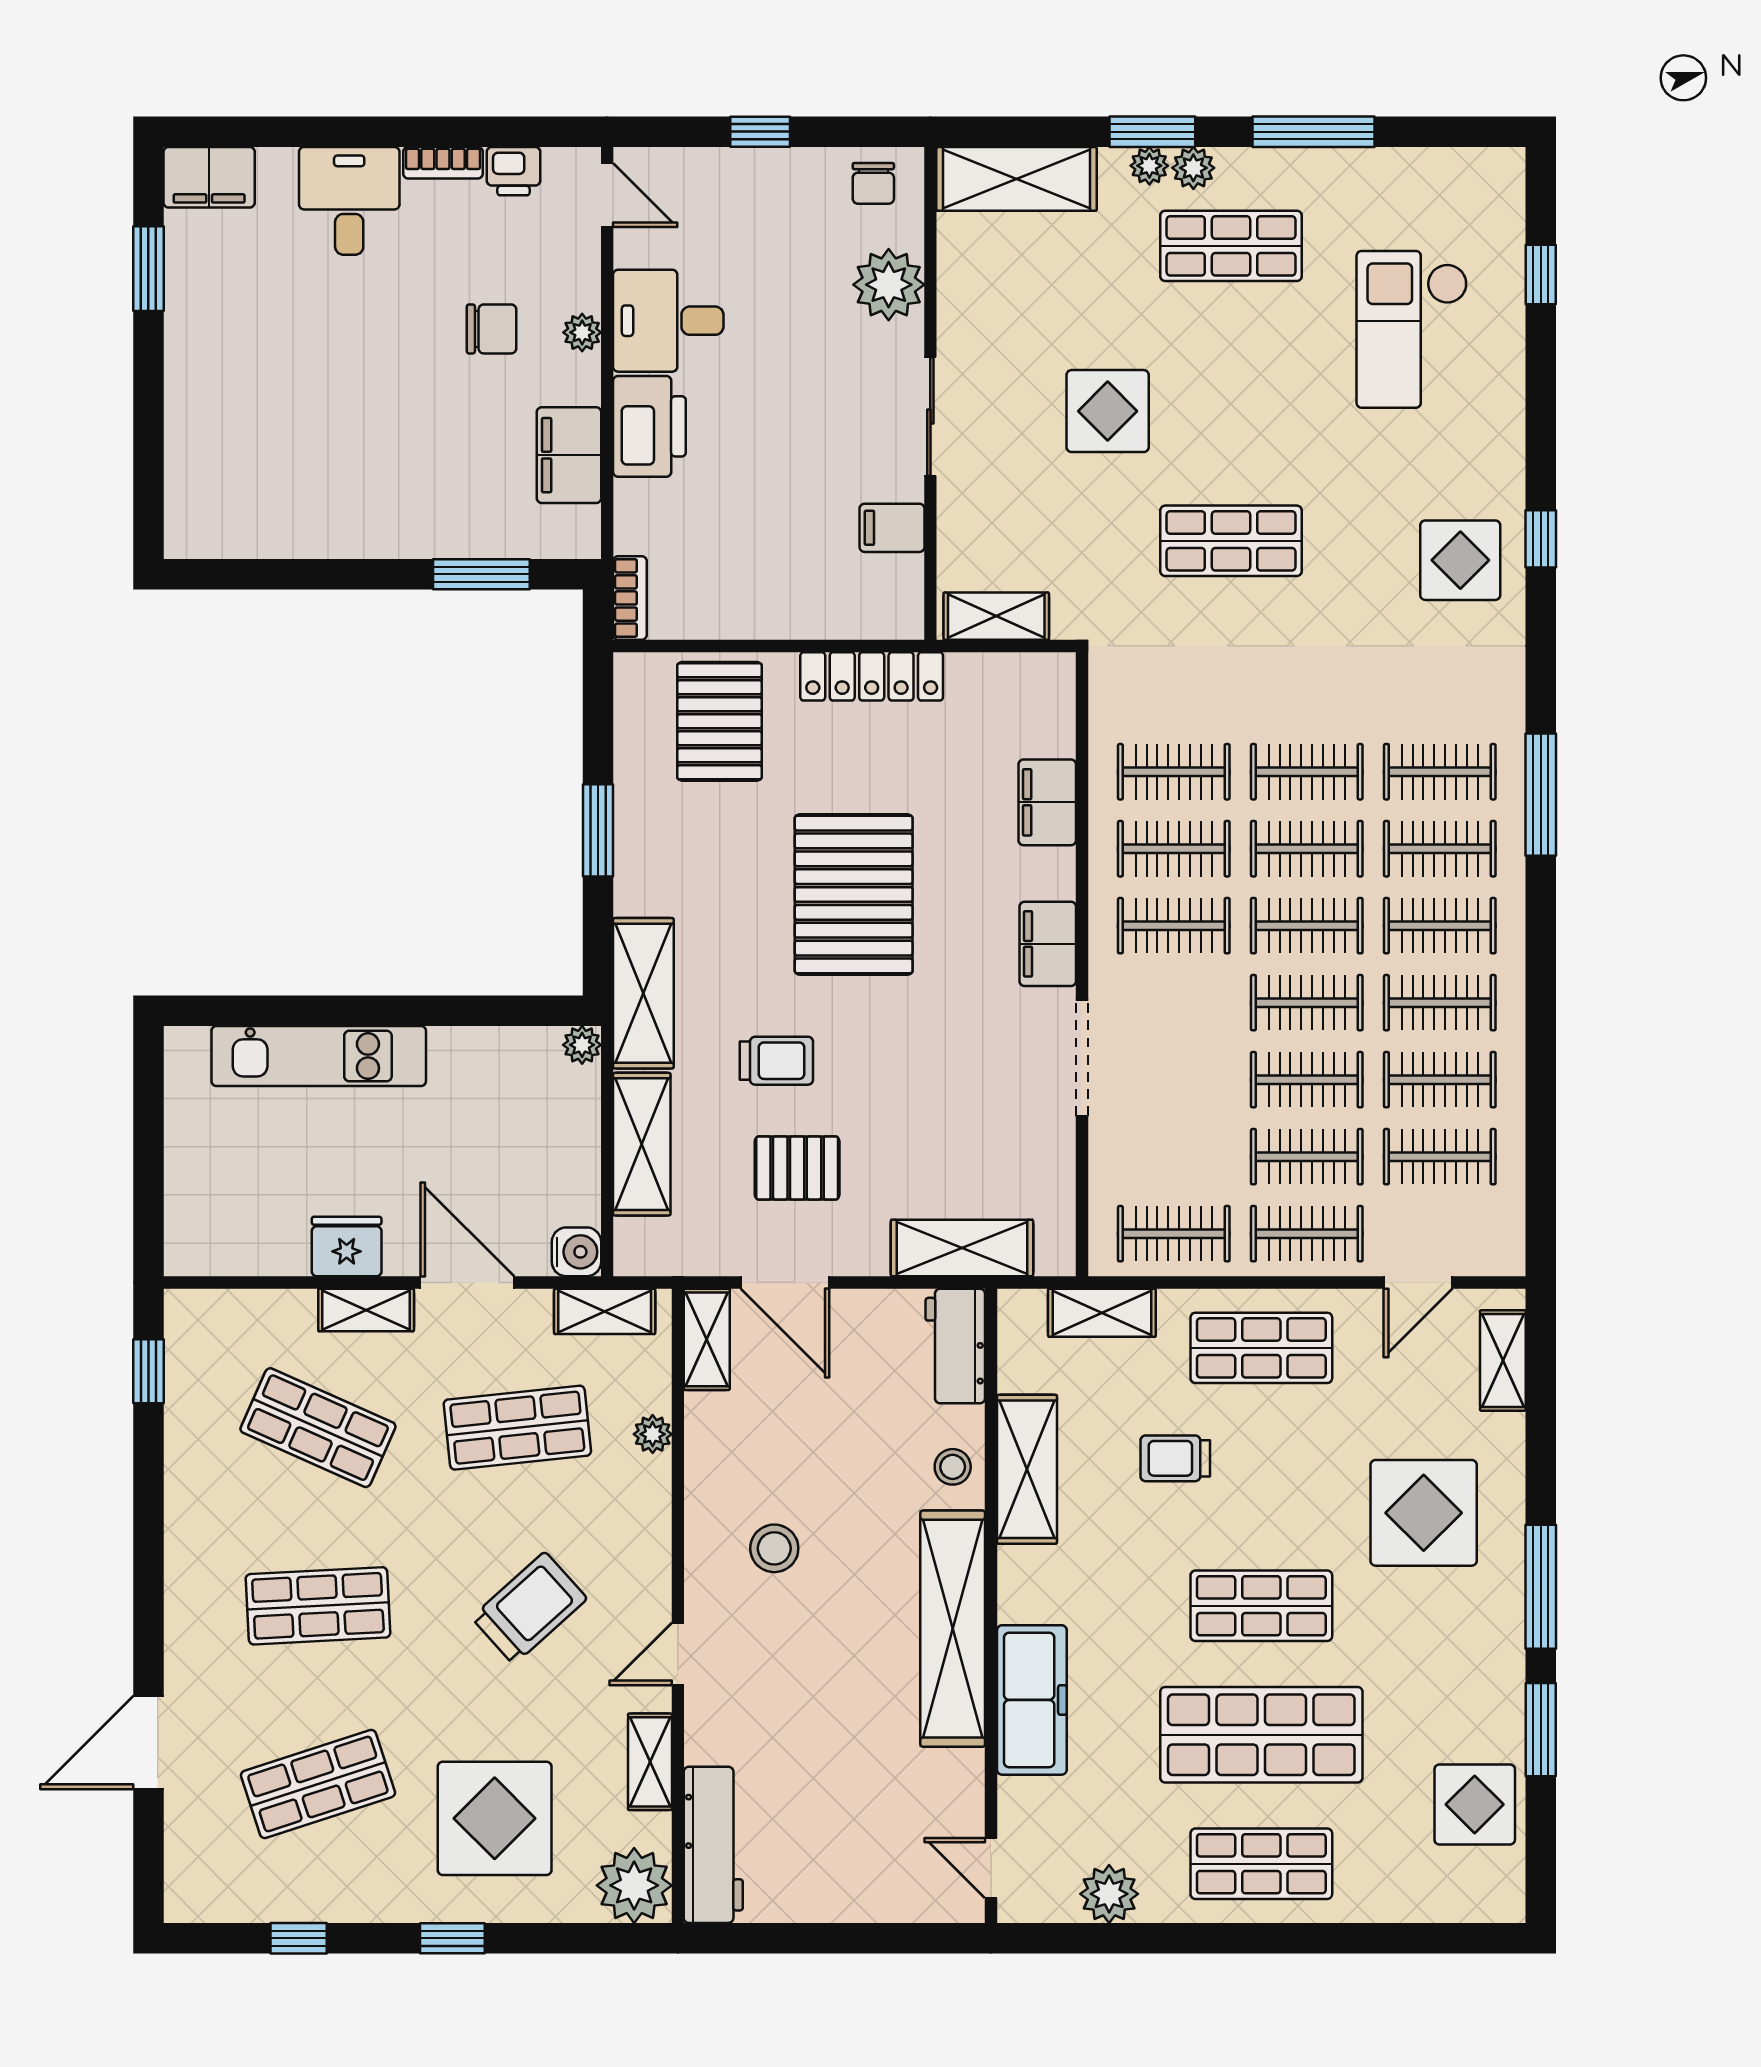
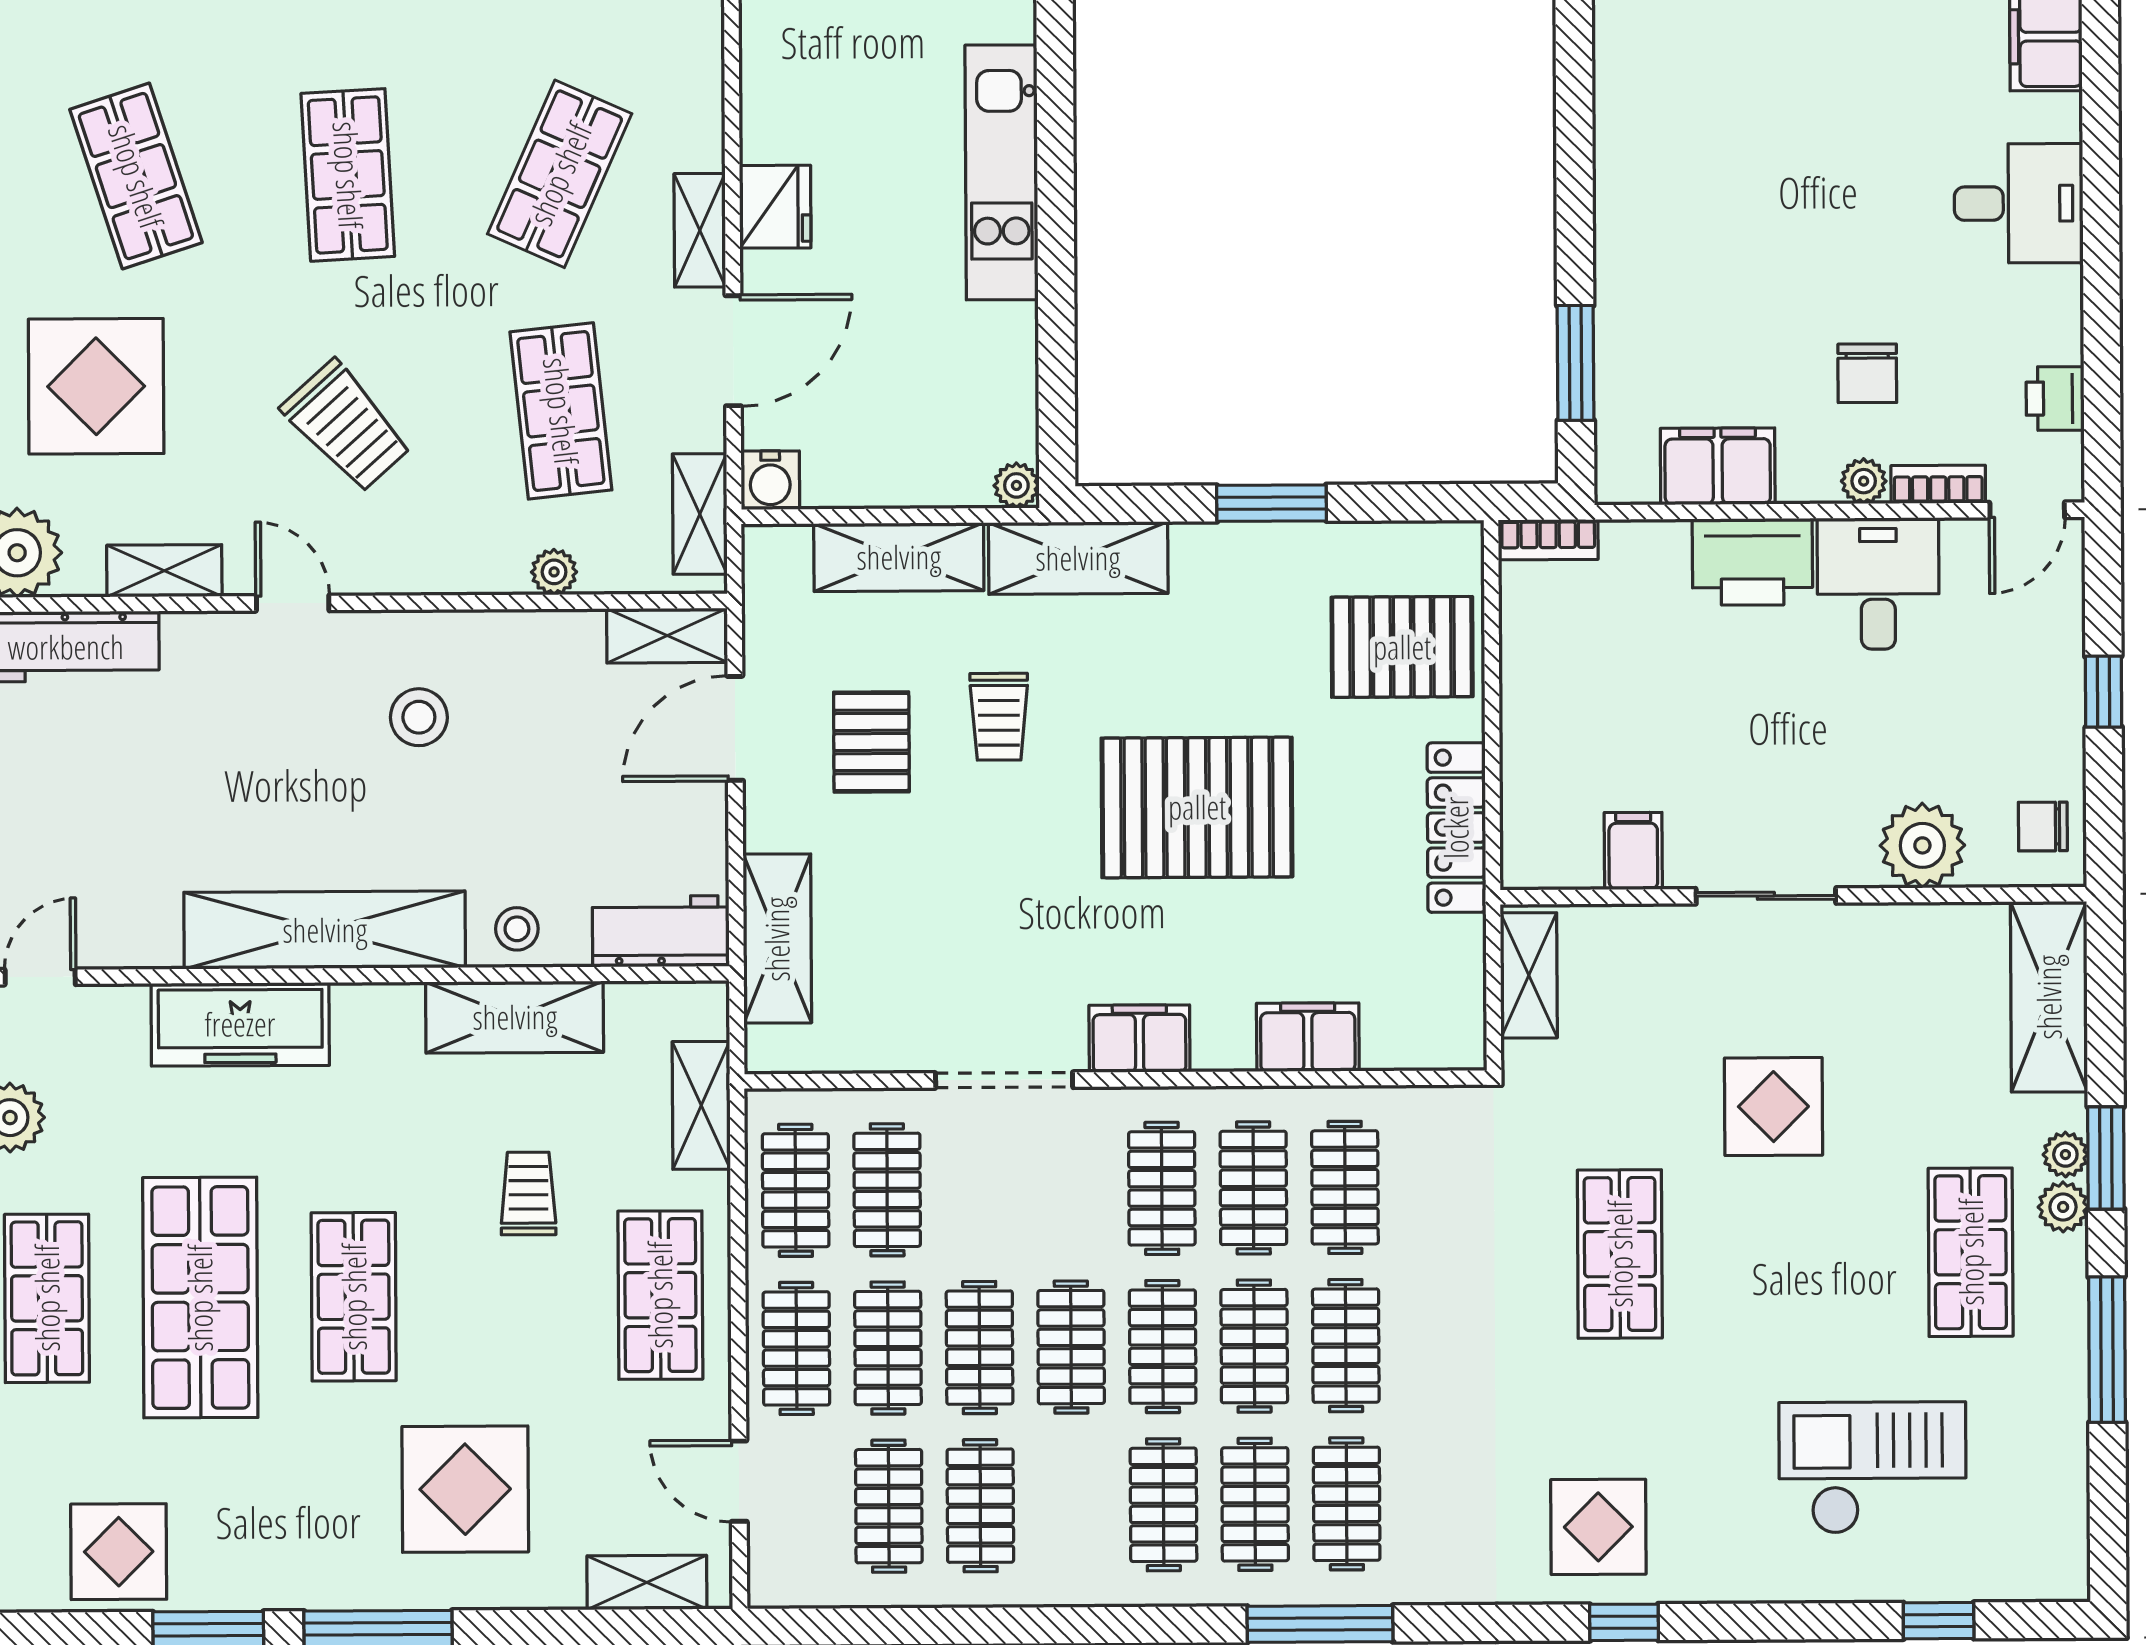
bookcase: (443, 163) -> (1938, 484), moved, turned 90
clothes rail: (1440, 1003) -> (887, 1190), moved

